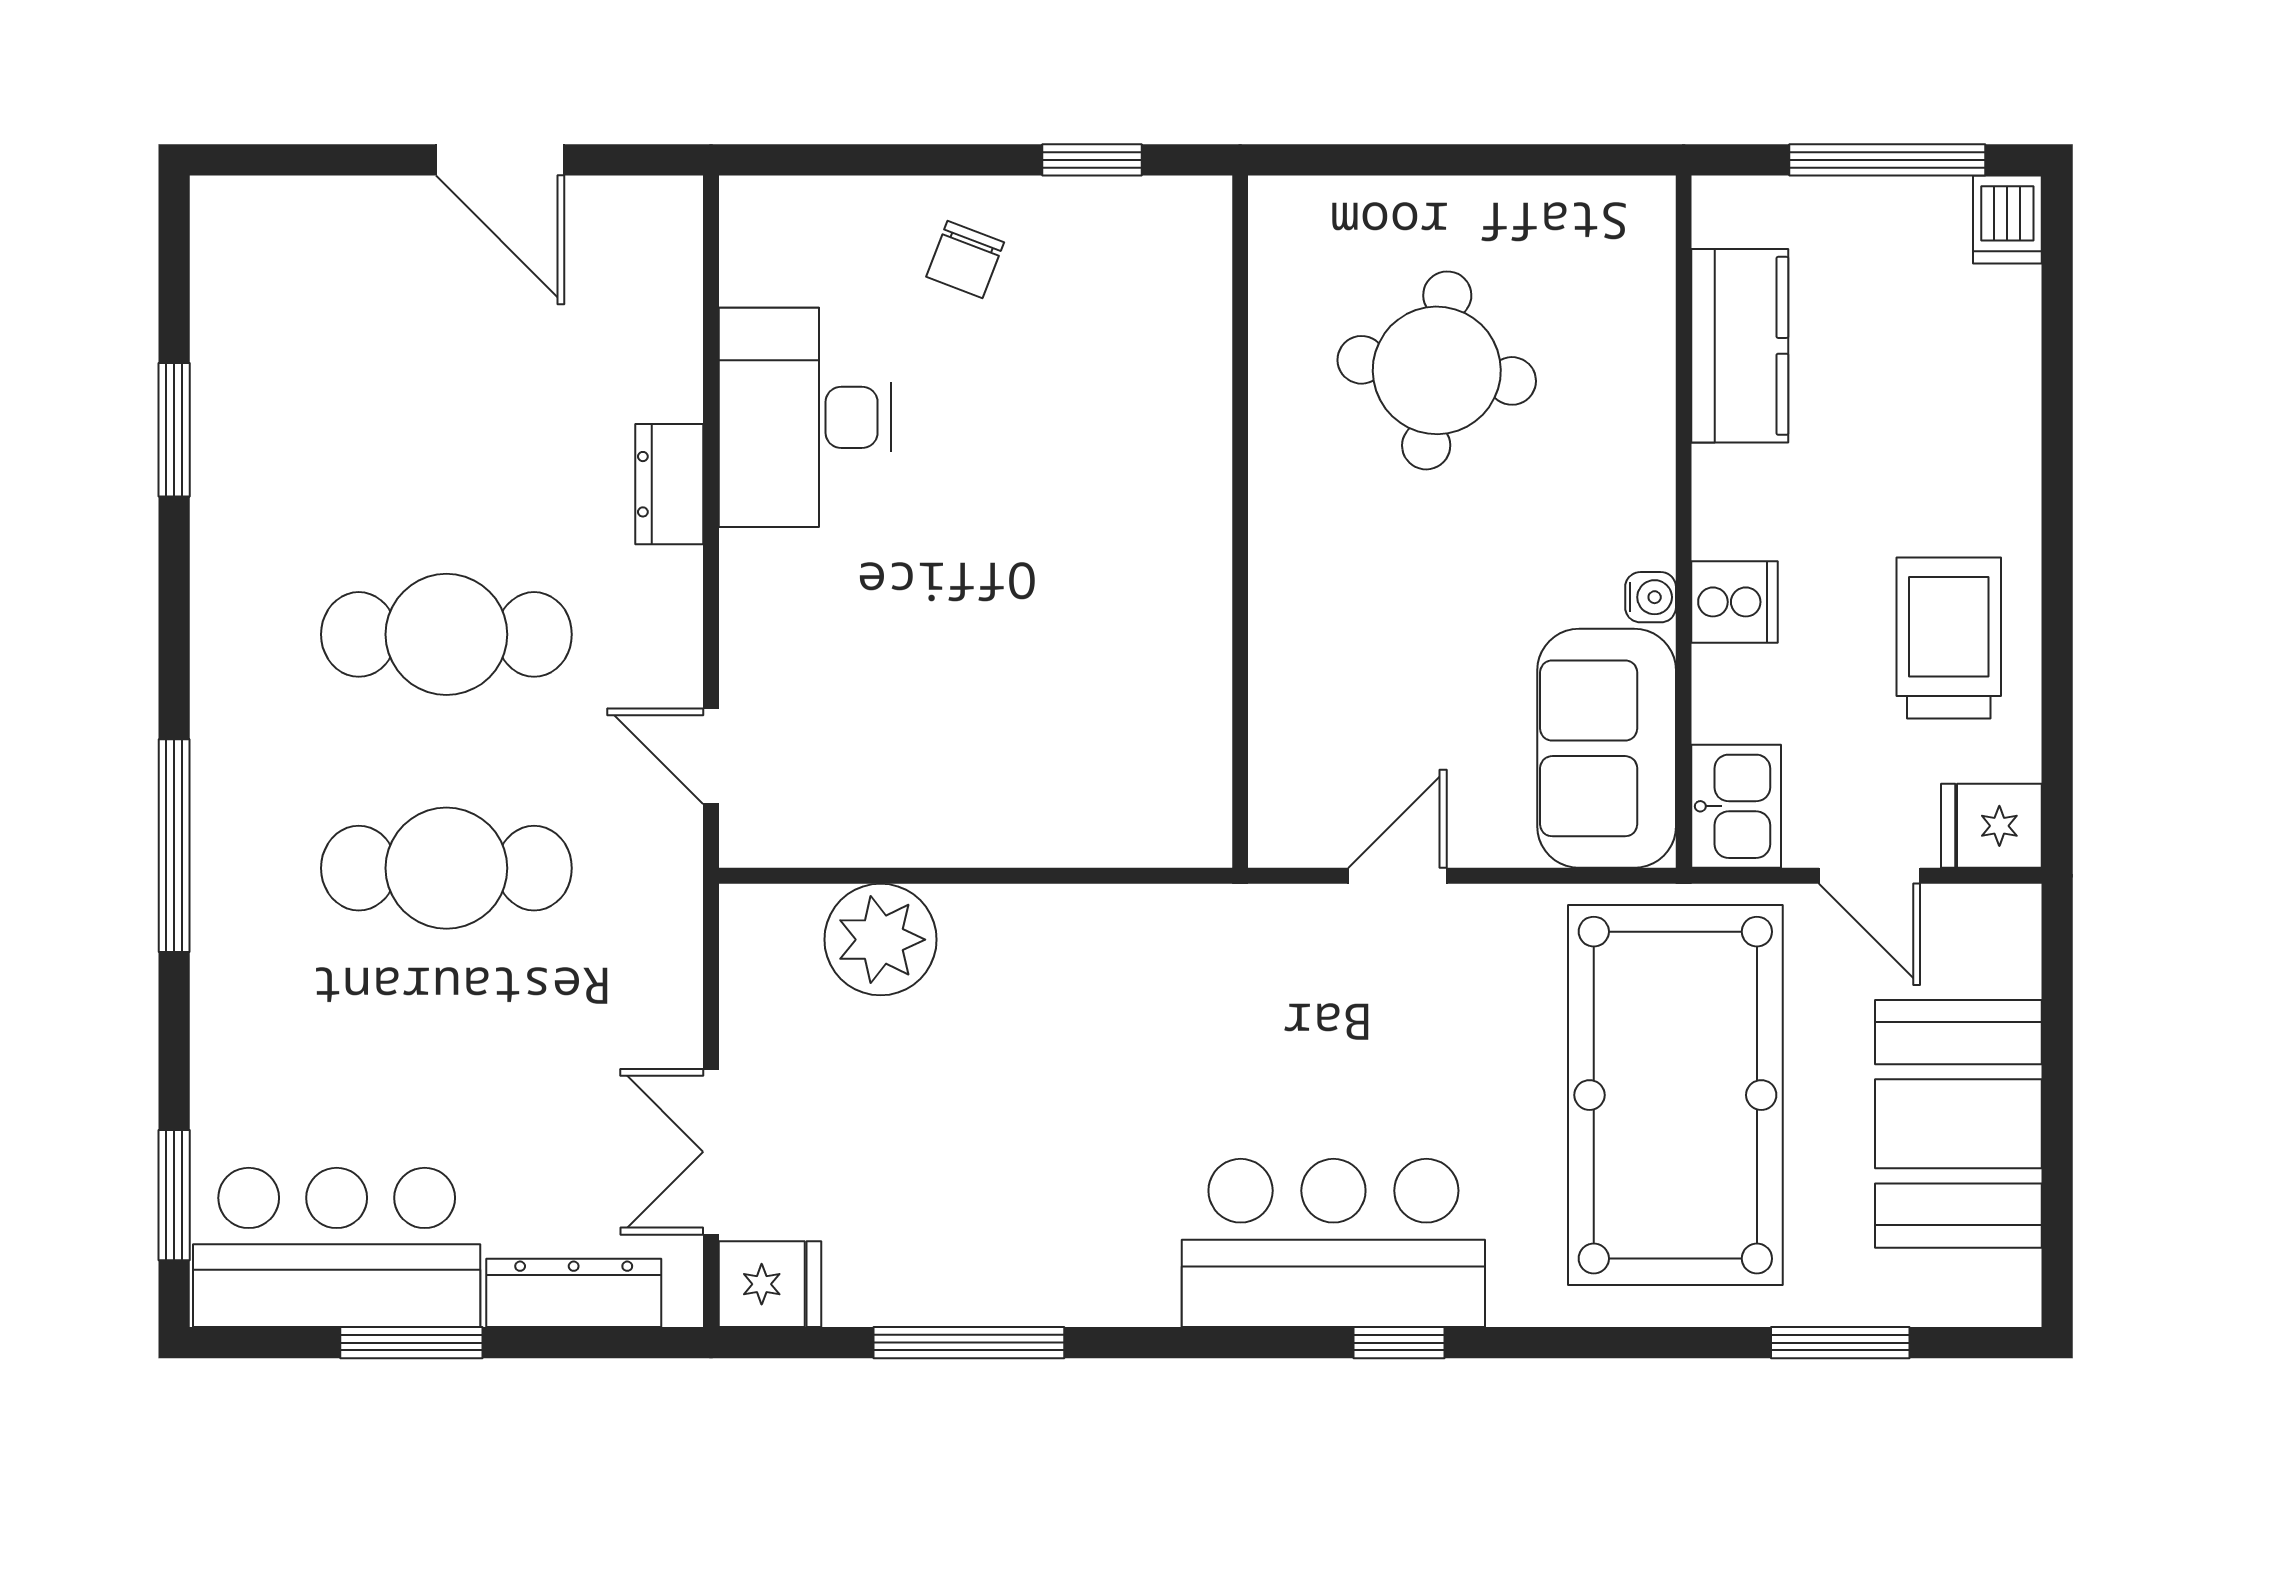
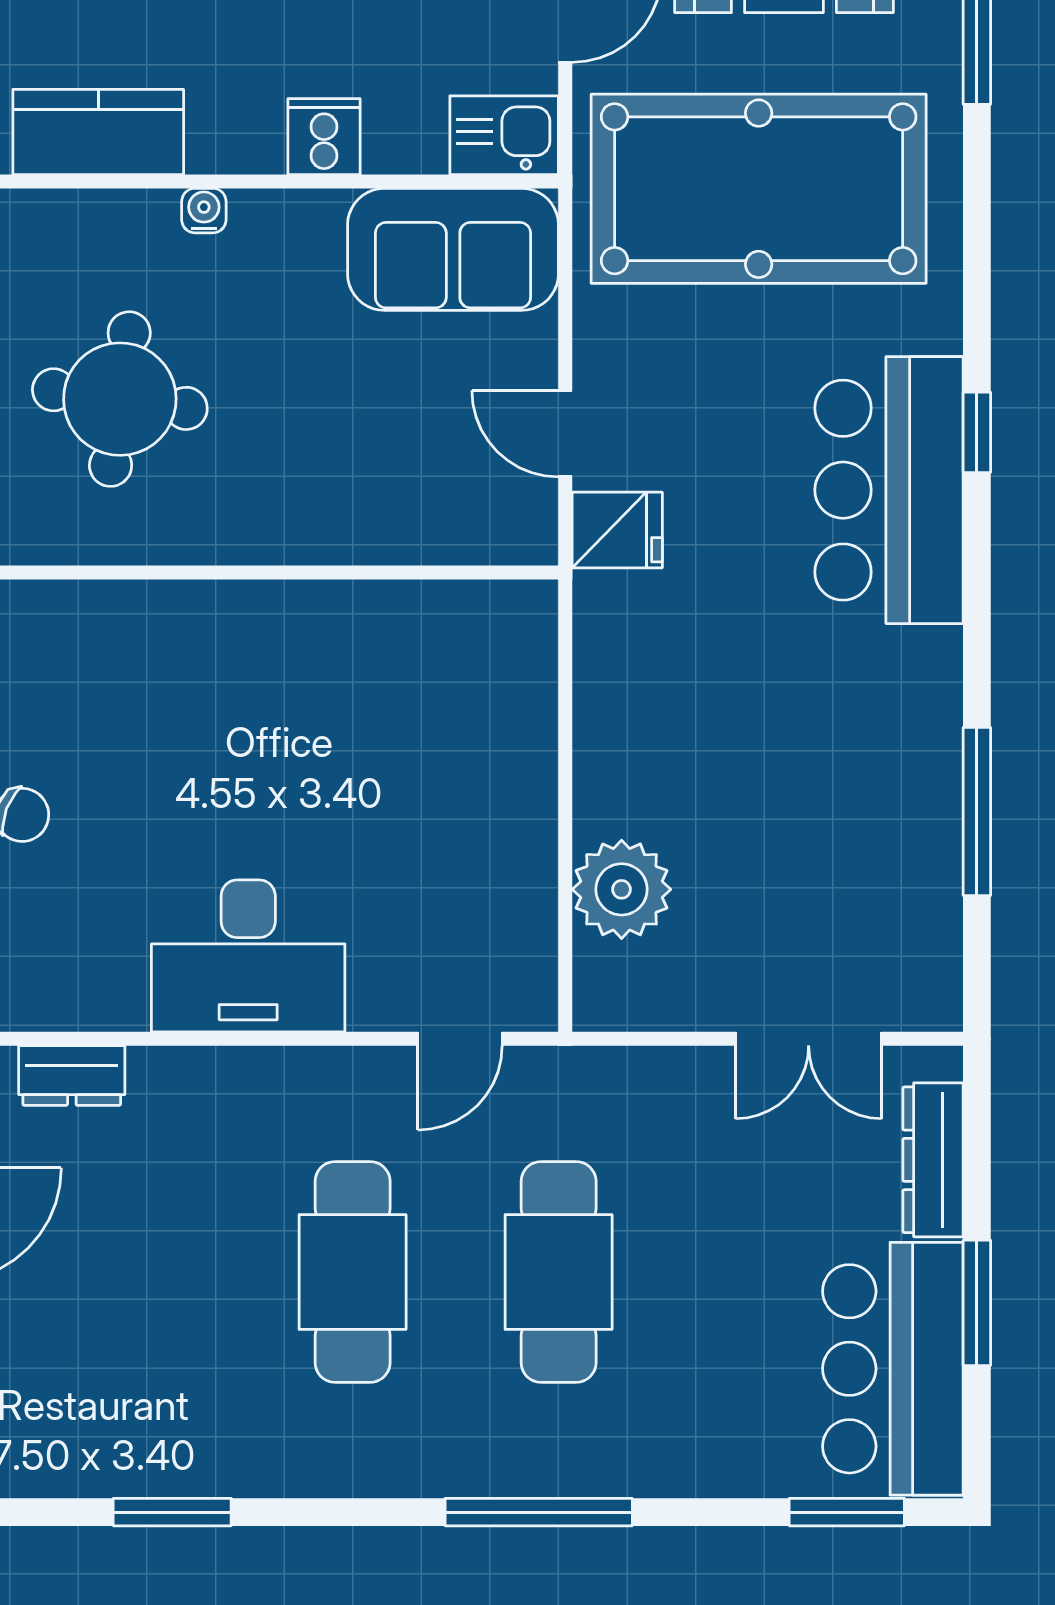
desk: (805, 417) -> (248, 956), moved
dresser: (669, 484) -> (72, 1076), moved
water cooler: (1651, 597) -> (204, 211), moved
fridge: (770, 1284) -> (617, 530), moved, turned 90

